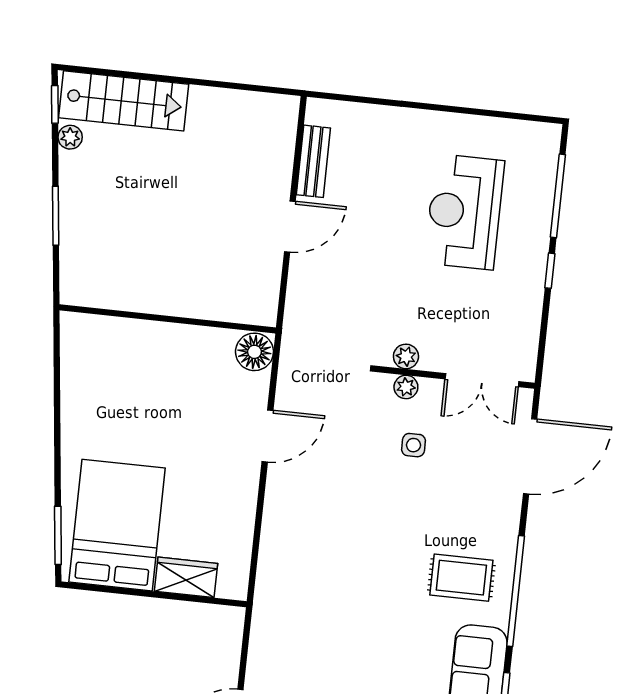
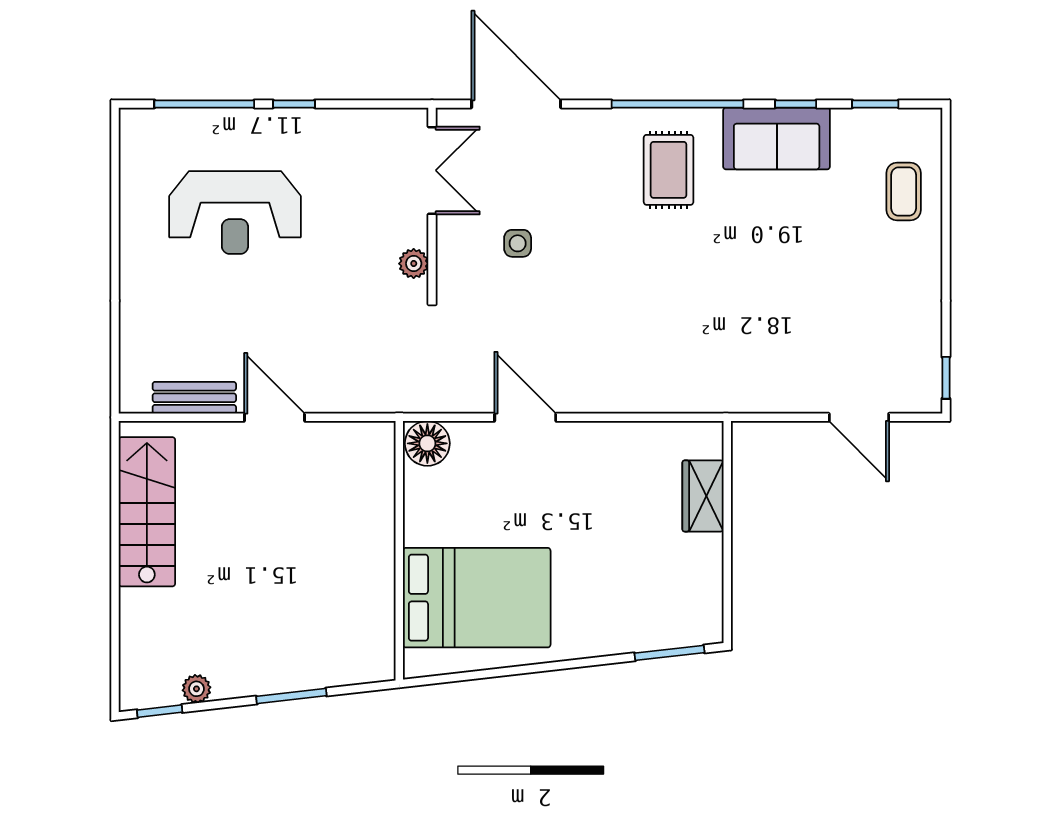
stairs: (124, 101) -> (147, 512), moved
plant: (406, 387) -> (450, 260), removed
bed: (117, 525) -> (477, 598), moved, turned 180

